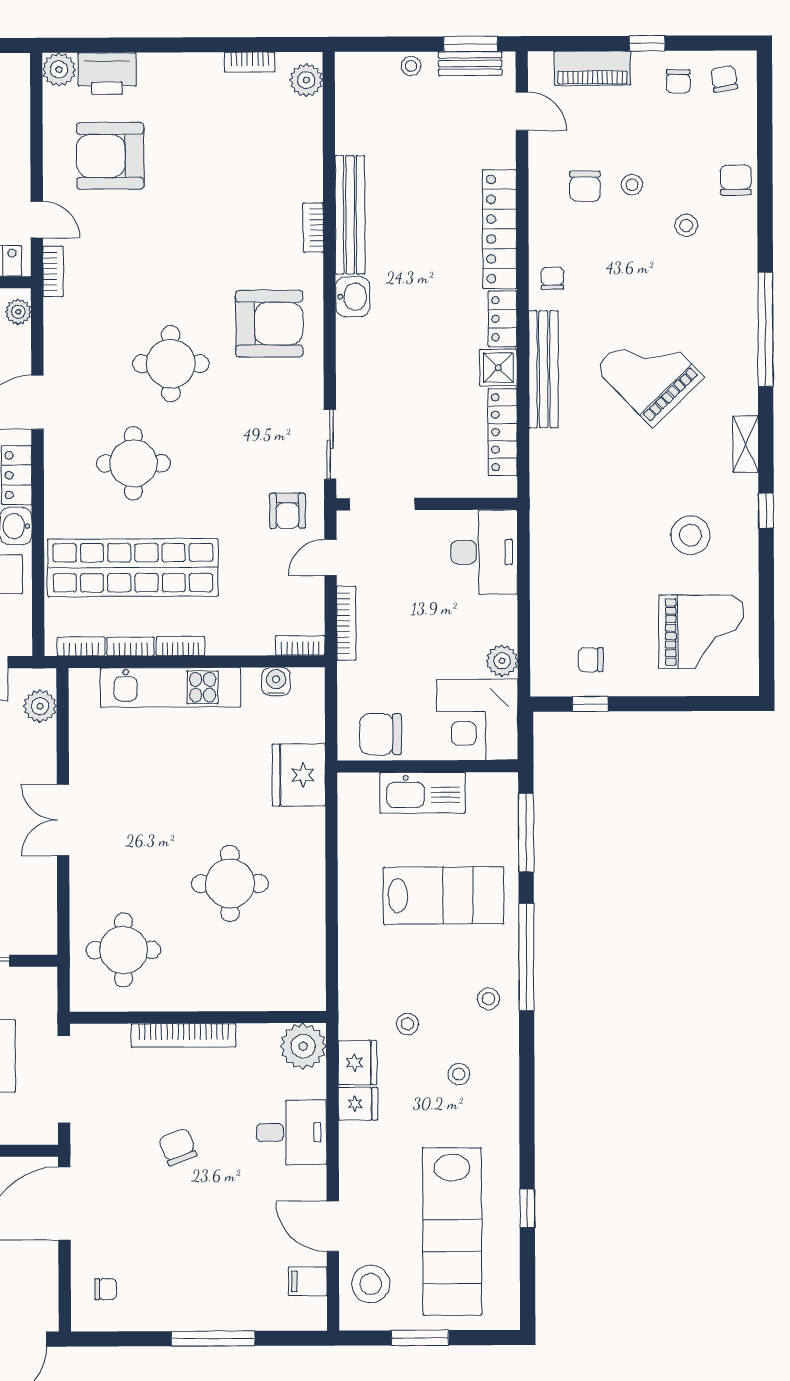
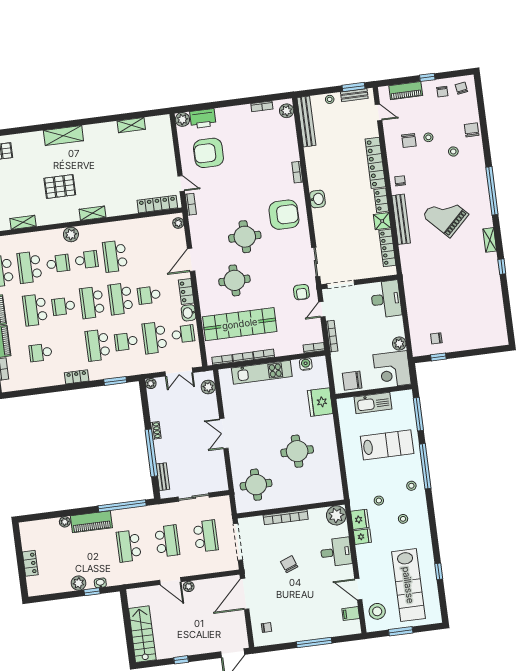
bench: (350, 215) -> (306, 121), moved
stool: (690, 535) -> (471, 281), removed
grand piano: (701, 632) -> (481, 321), removed

